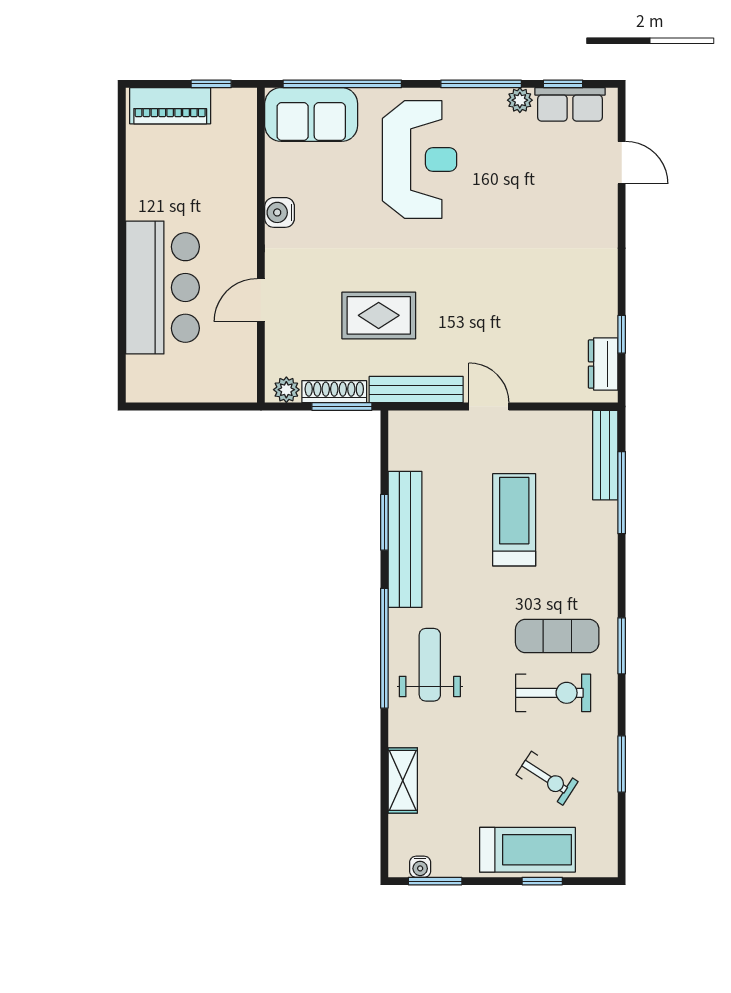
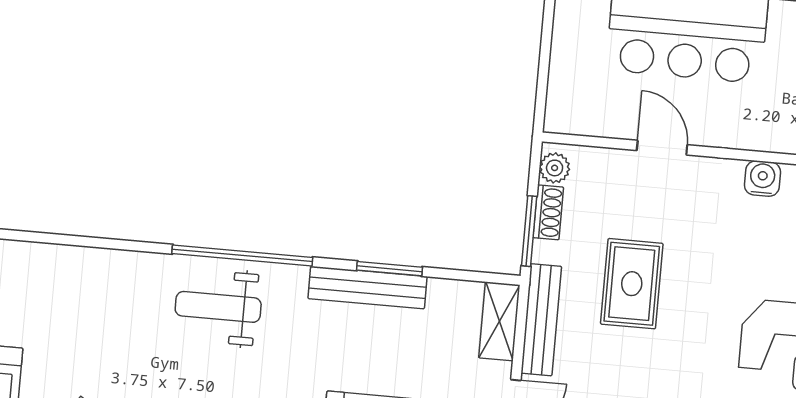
shoe rack: (334, 392) -> (548, 212), width x0.70
bench: (405, 539) -> (368, 288), width x0.73, depth x0.82
weight bench: (430, 665) -> (218, 307), turned 180
shelving: (403, 780) -> (499, 321), moved, turned 90

